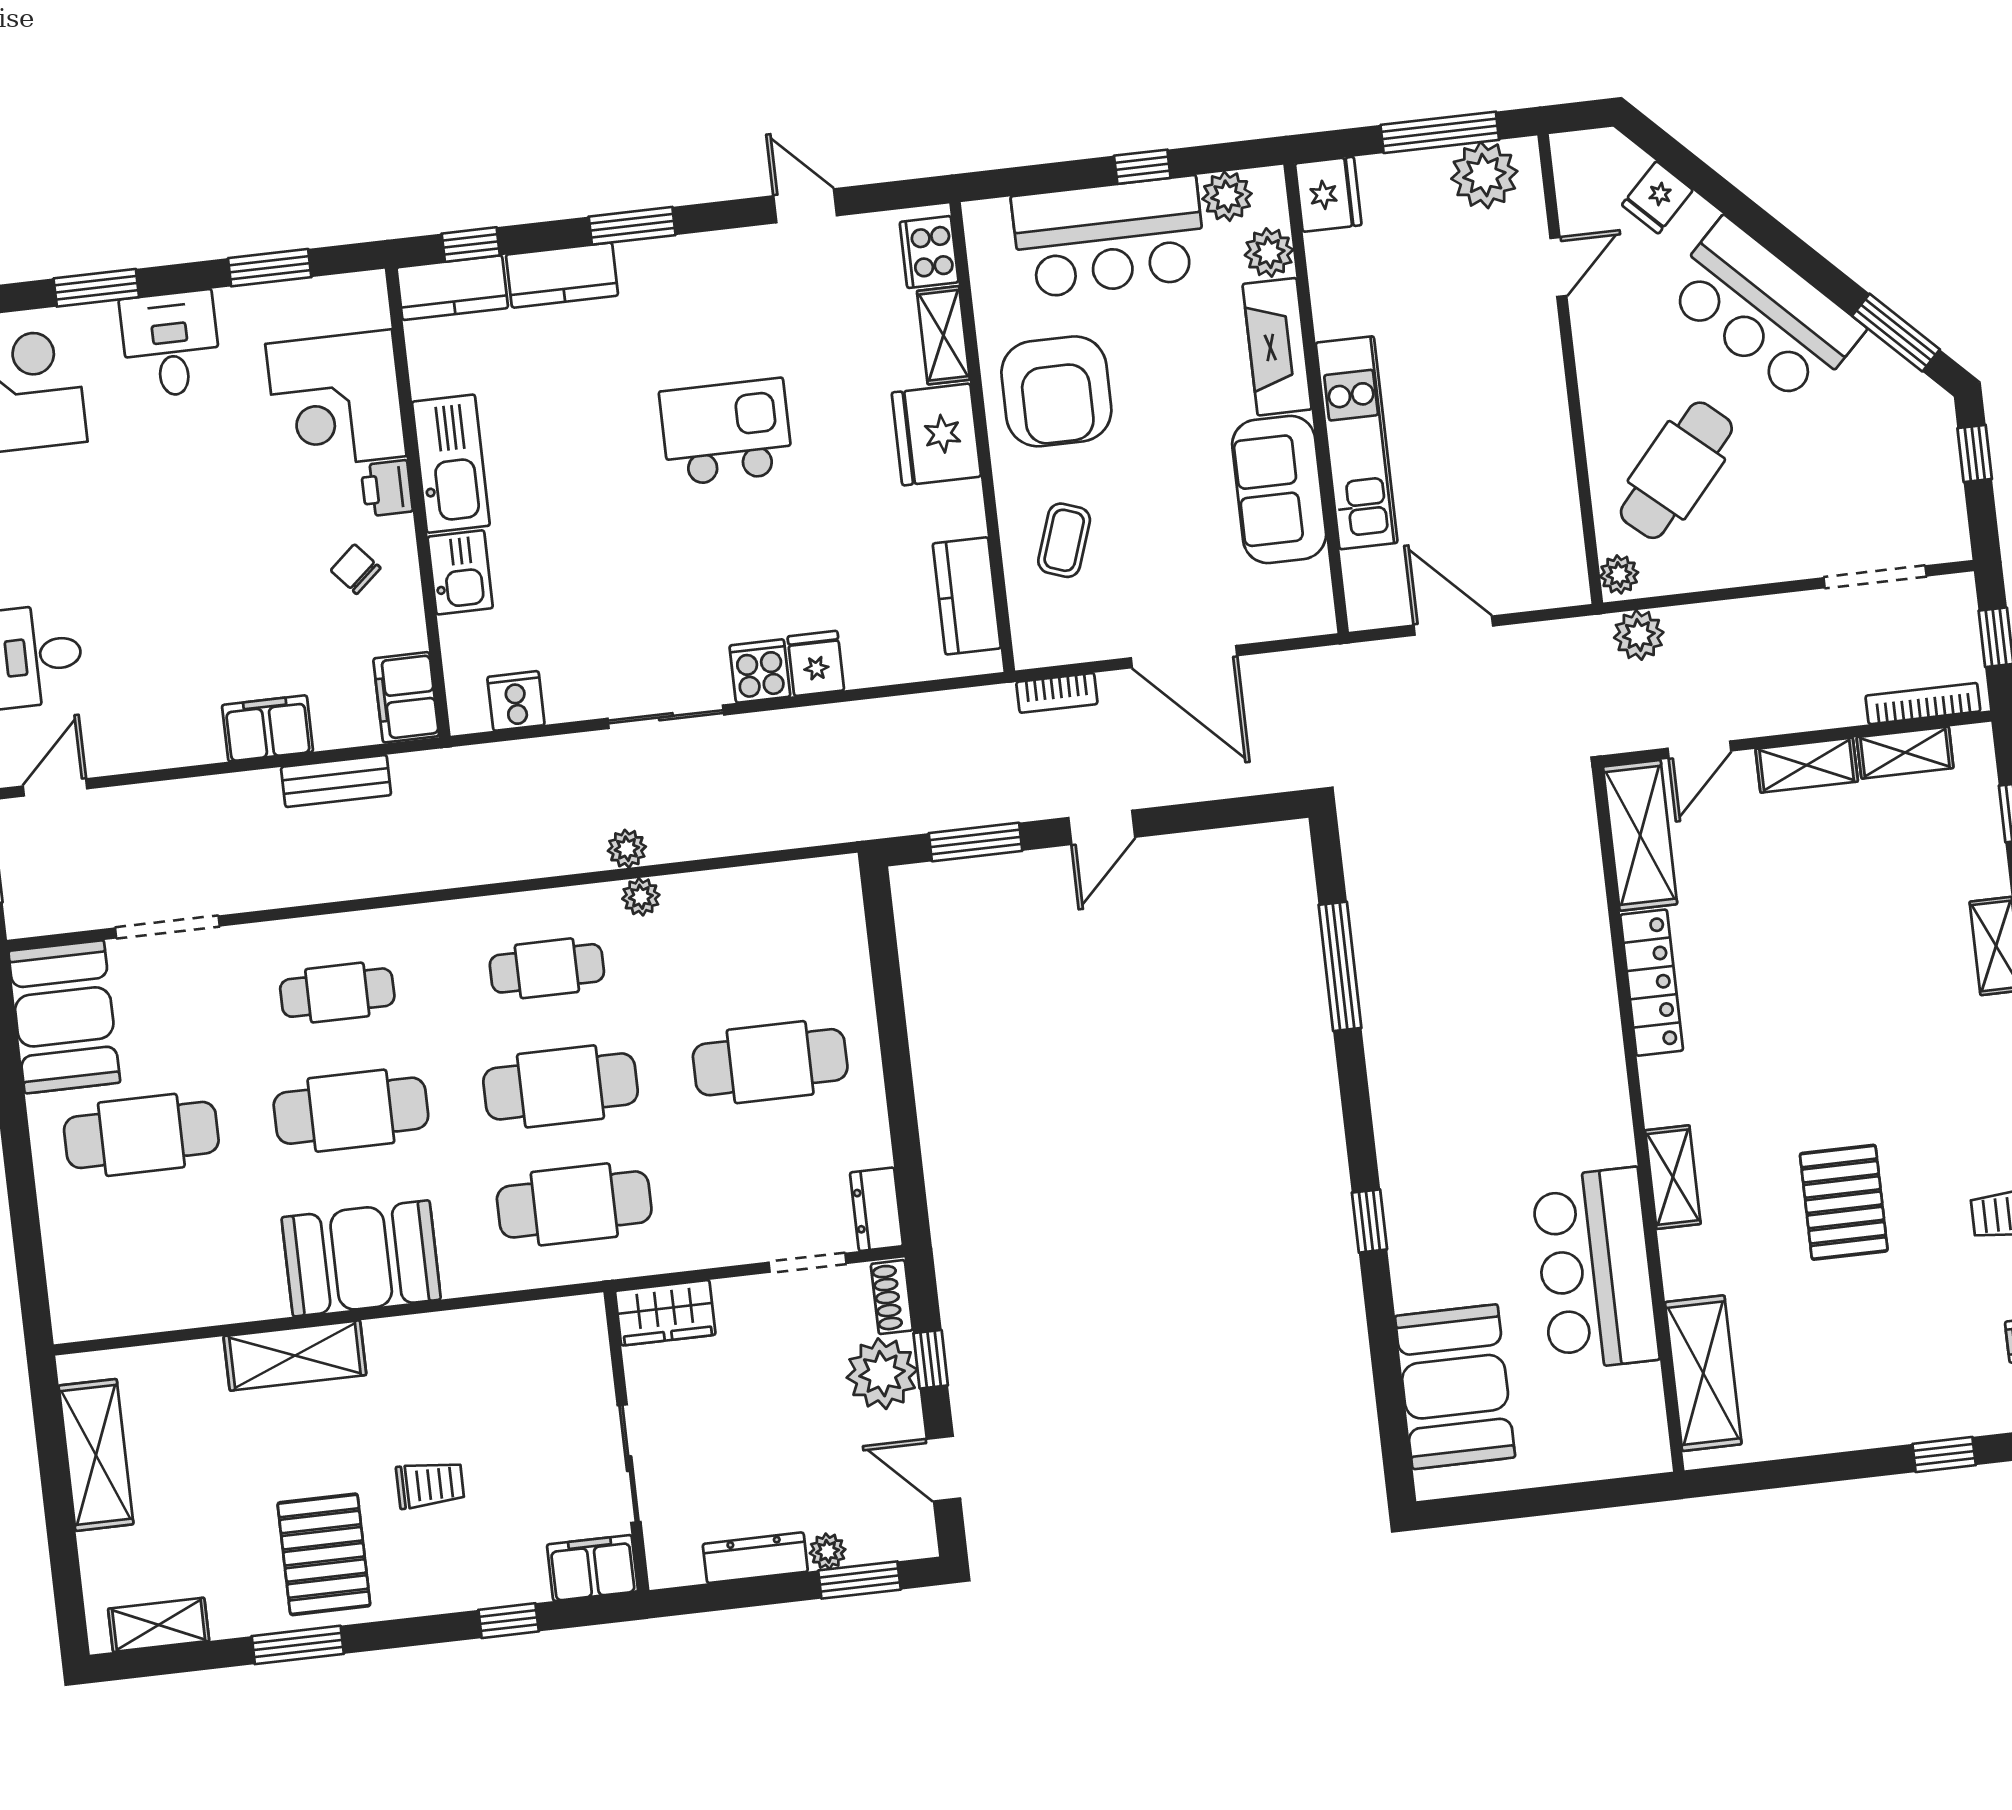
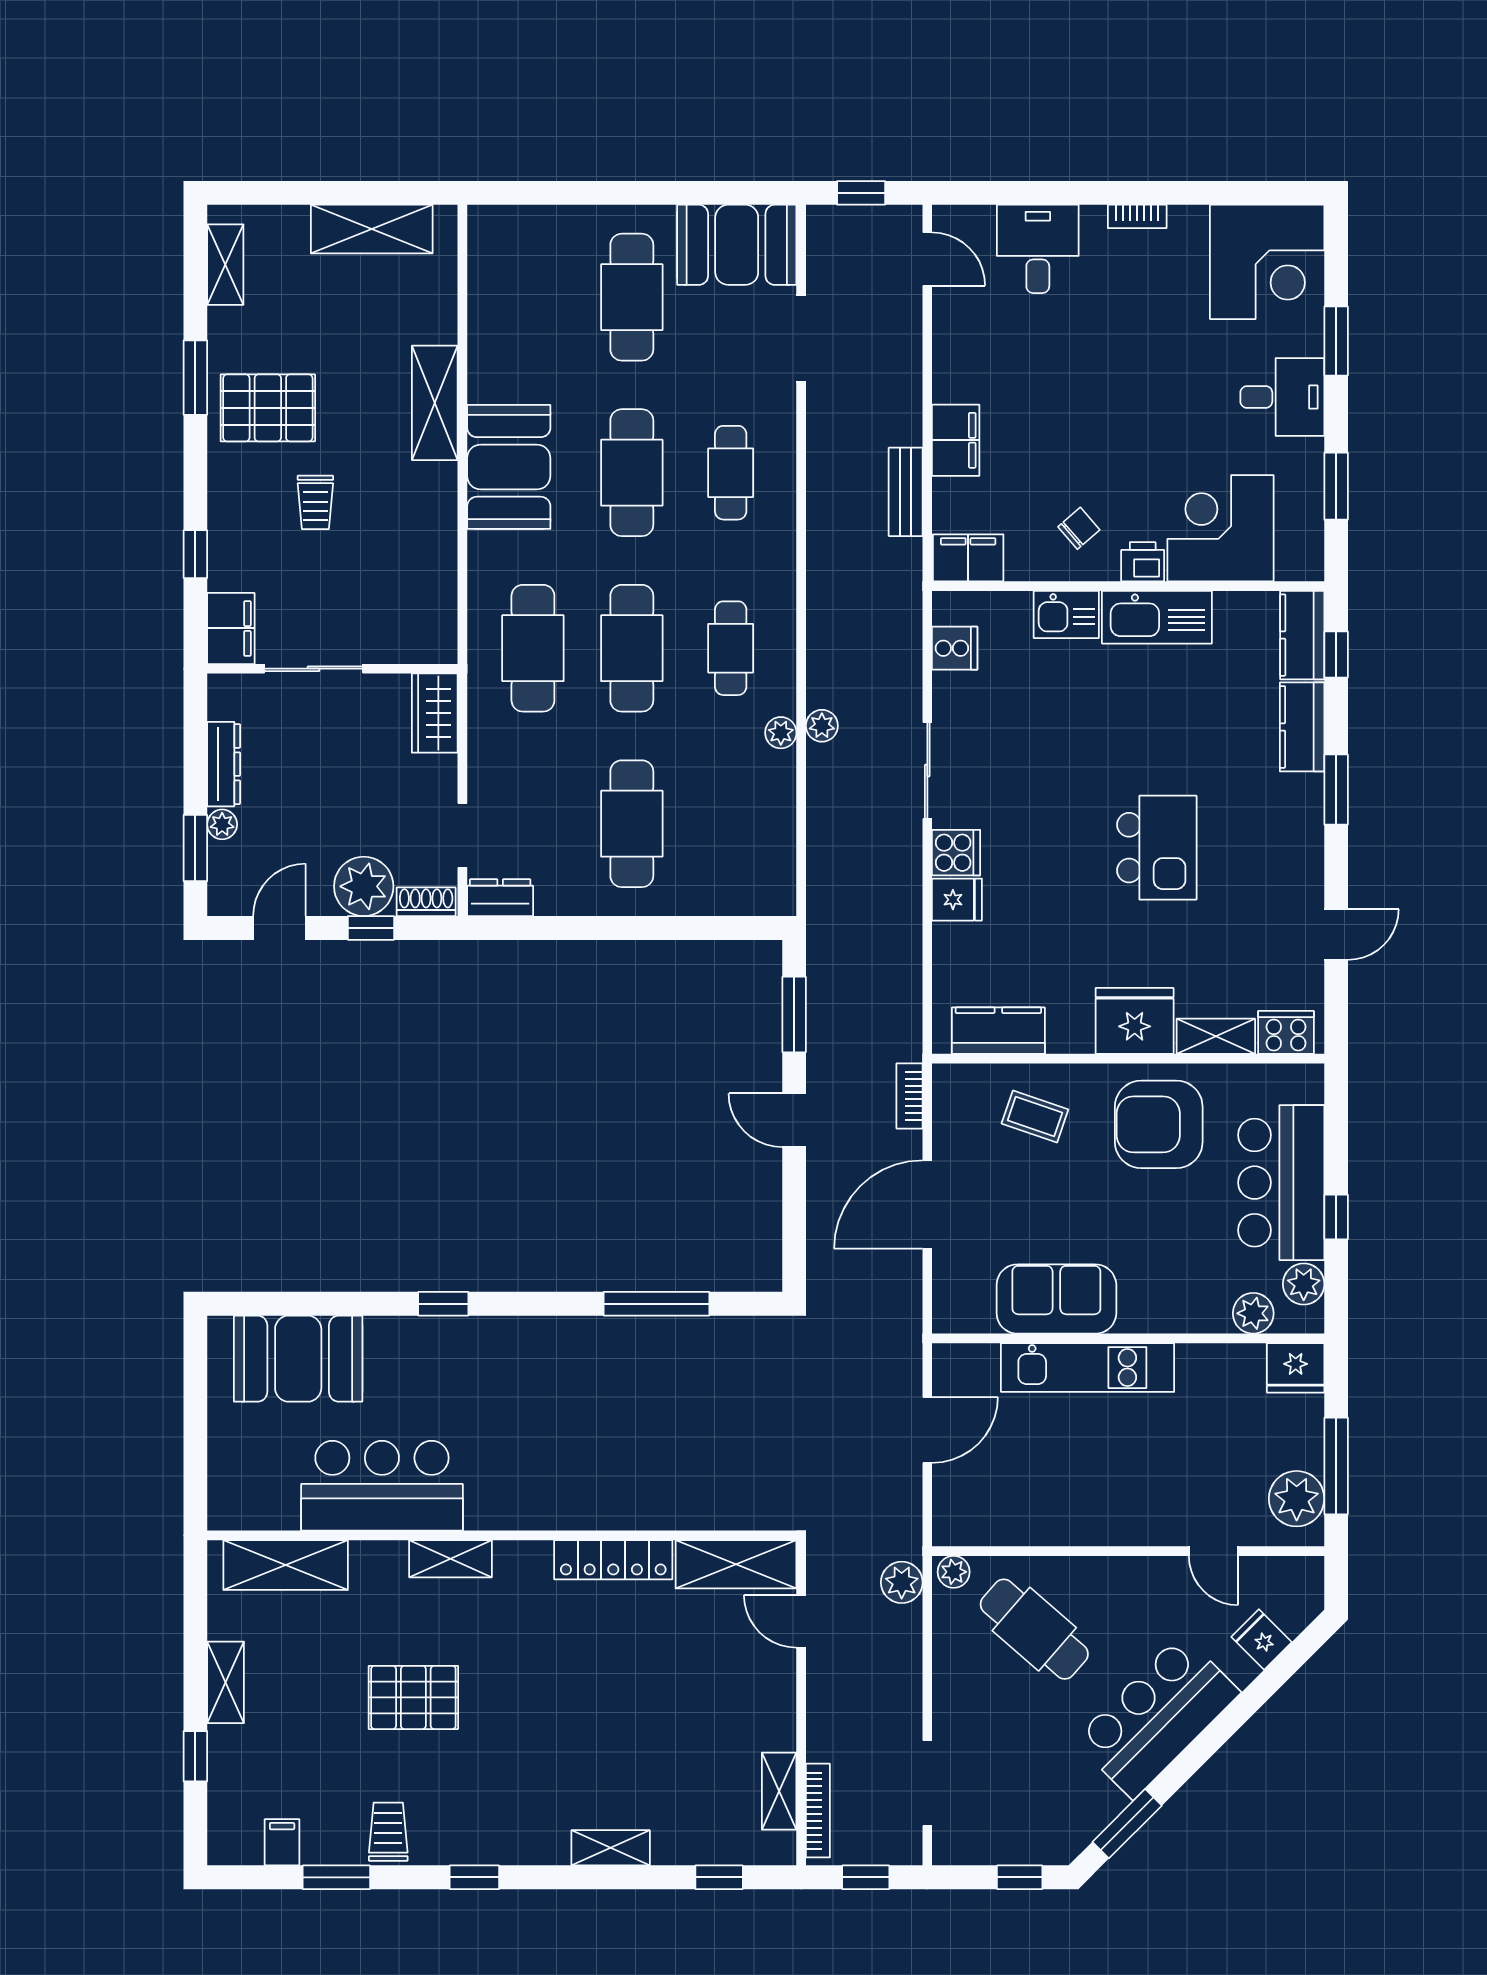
fireplace: (1277, 347) -> (1175, 1311), removed
shelving: (1807, 765) -> (226, 1682), moved

